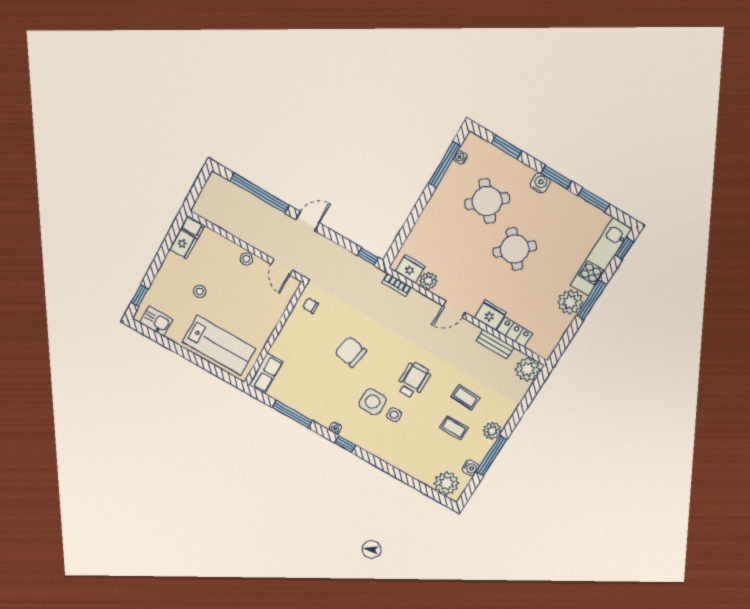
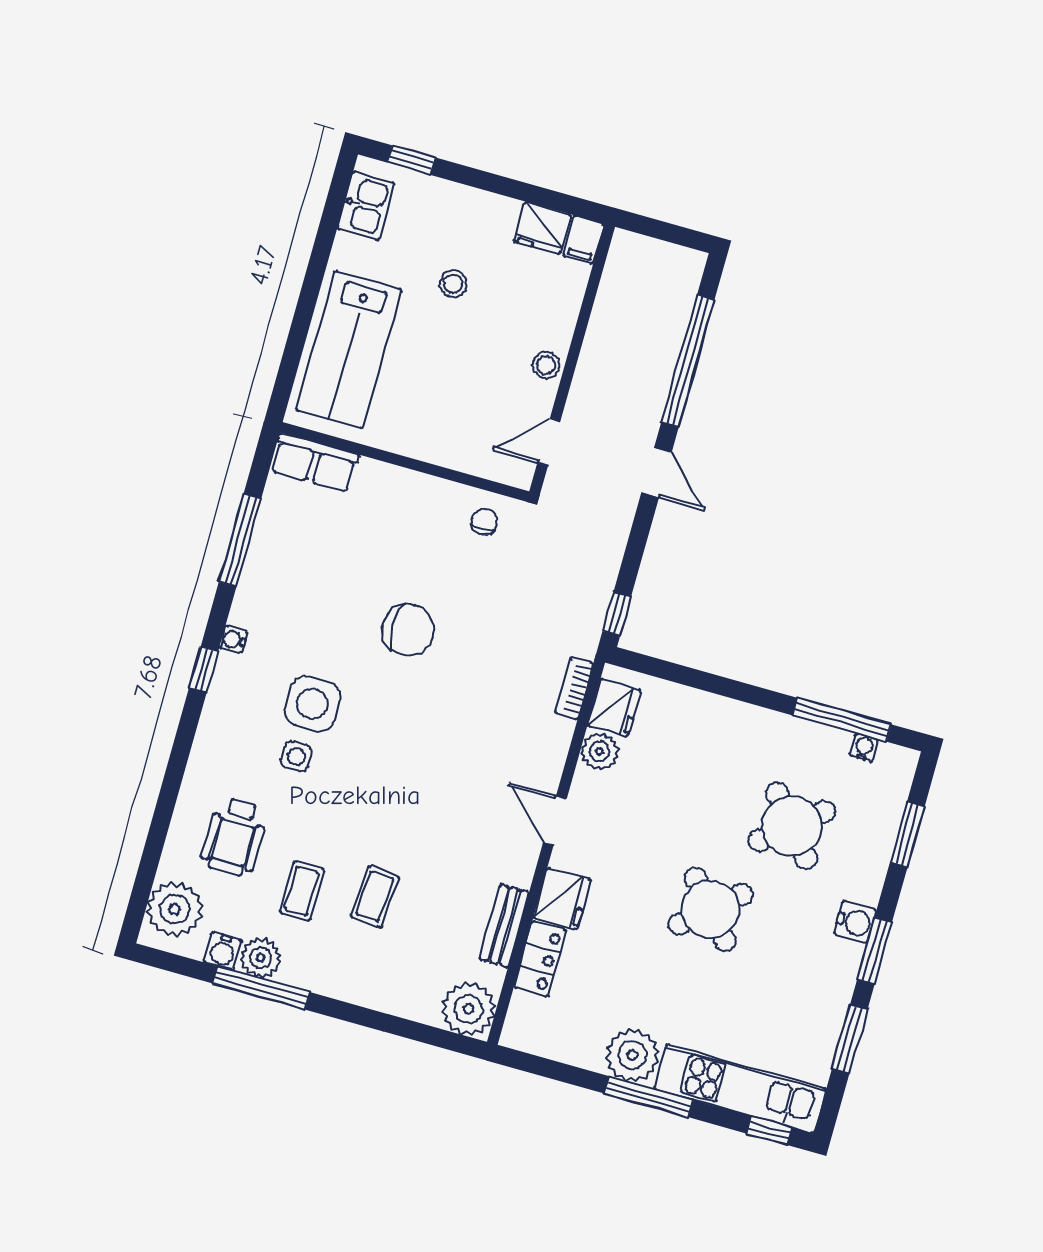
chair: (351, 352) -> (408, 630), turned 80
wheelchair: (413, 380) -> (234, 837), moved, turned 90
plant: (492, 431) -> (261, 958), moved

